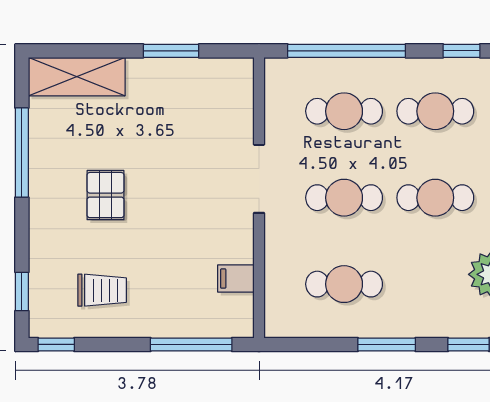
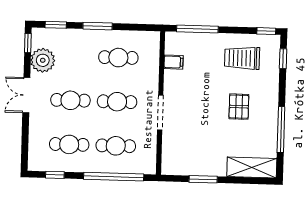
trolley: (102, 290) -> (242, 58), width x1.36, depth x1.39

